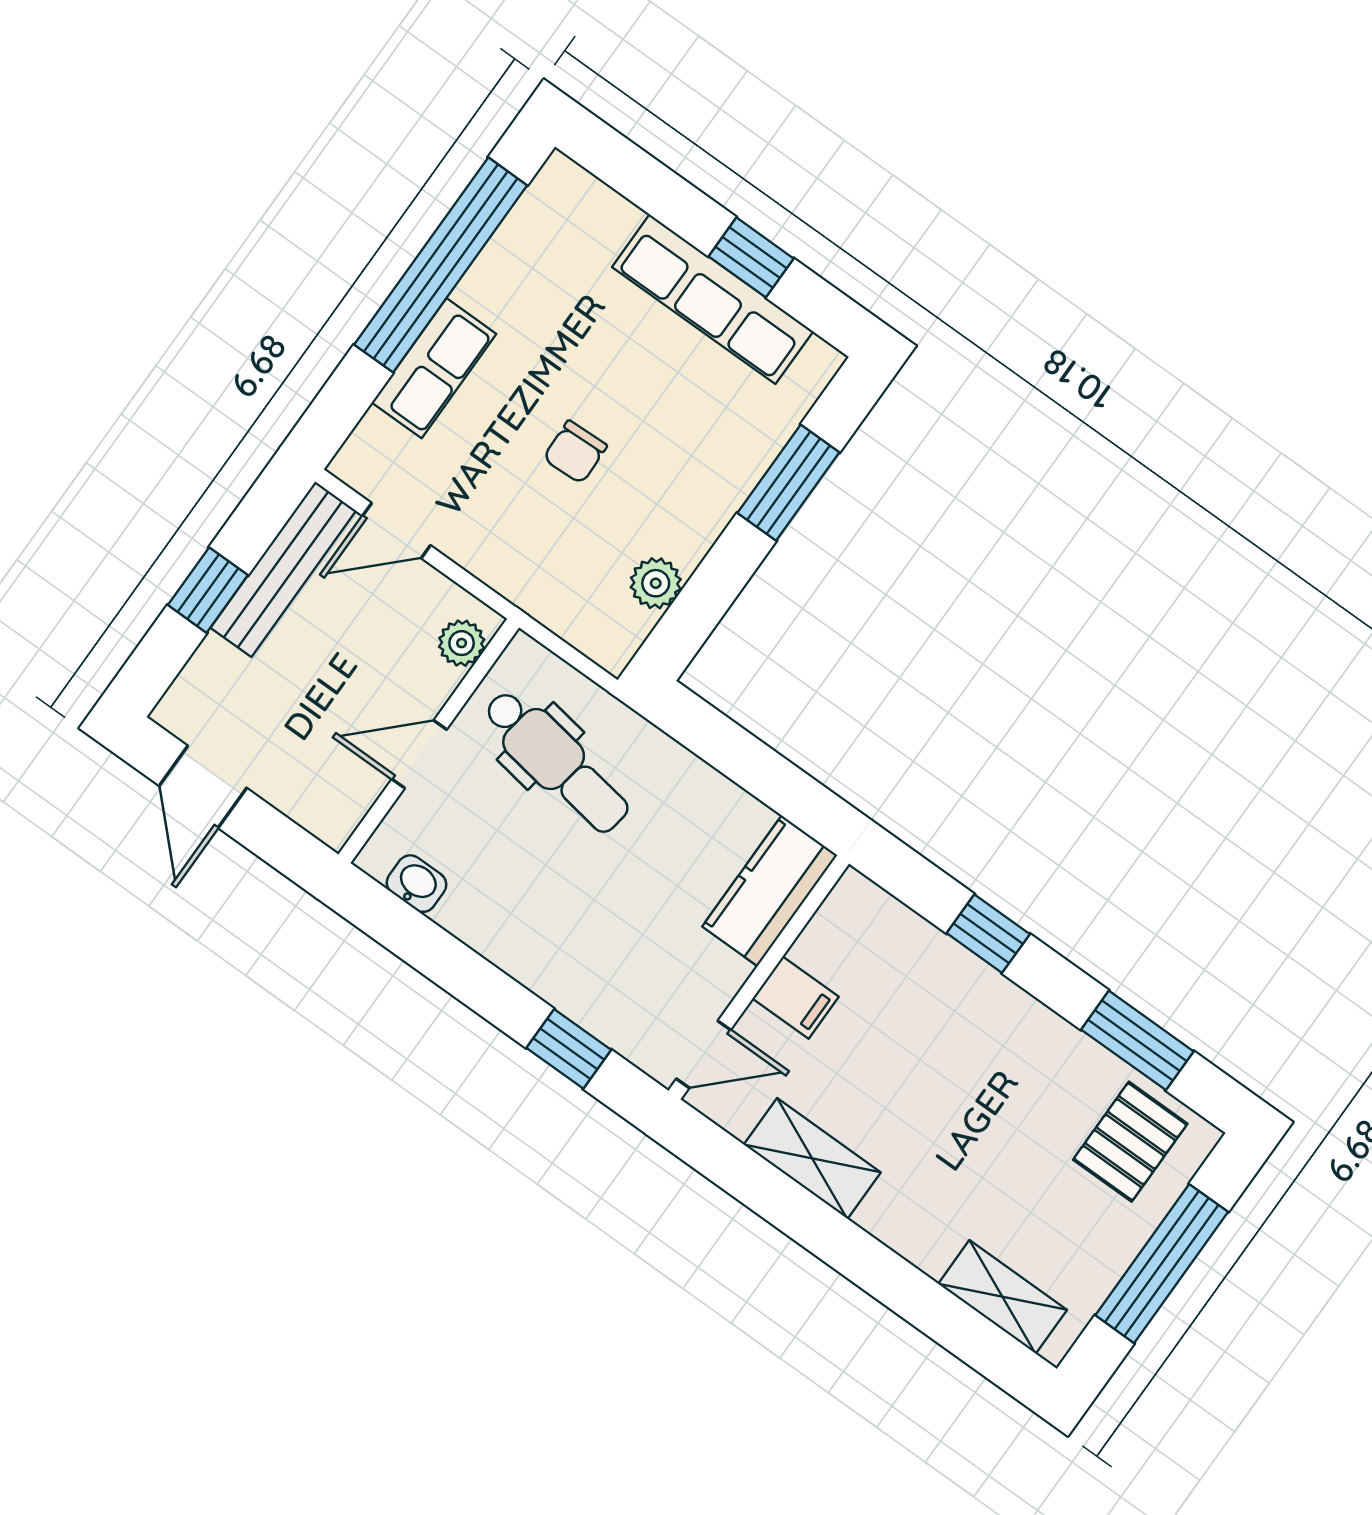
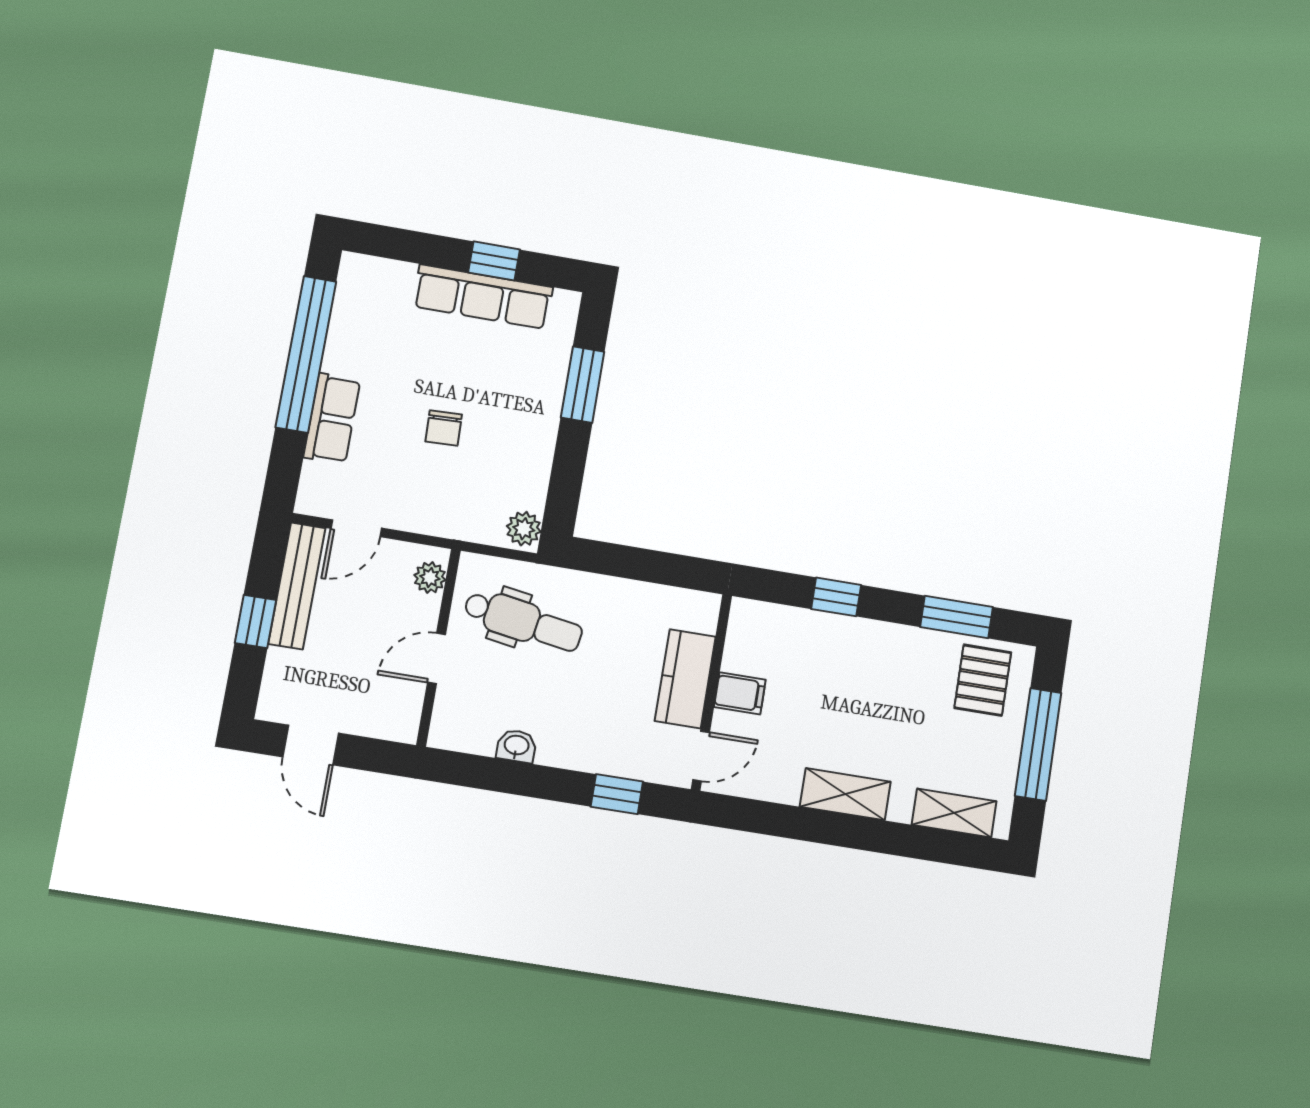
plant: (656, 583) -> (524, 529), moved
washbasin: (417, 884) -> (516, 746), moved
kitchen counter: (770, 891) -> (685, 679), moved
shelving: (812, 1159) -> (845, 794), moved

